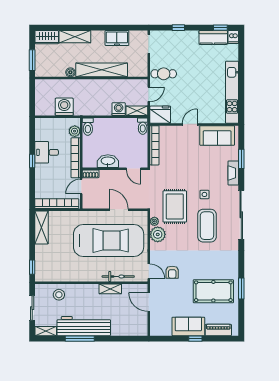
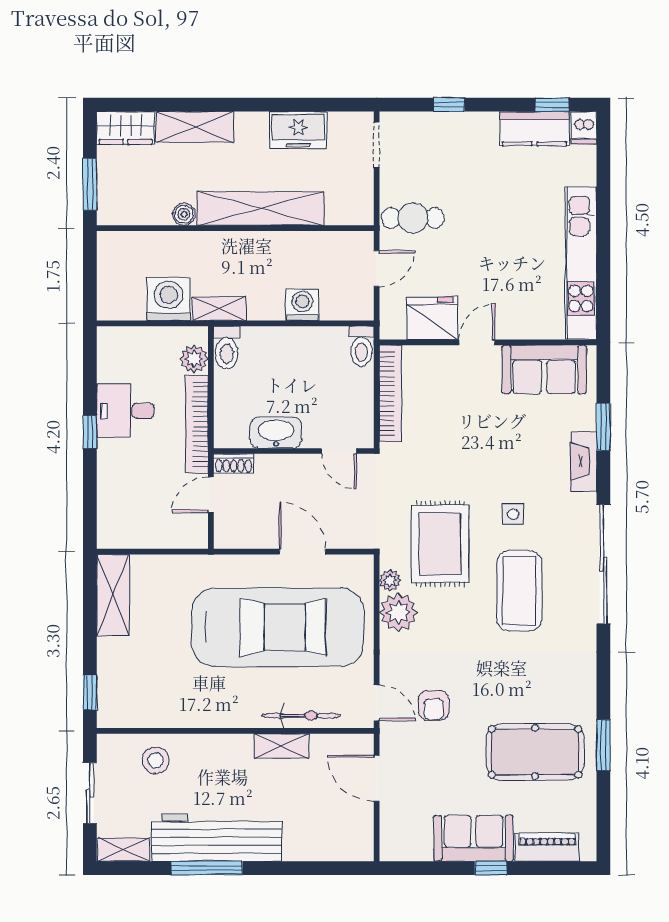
shelving: (137, 111) -> (219, 309), moved
fridge: (160, 115) -> (432, 318), moved
bookcase: (57, 204) -> (150, 537), removed

